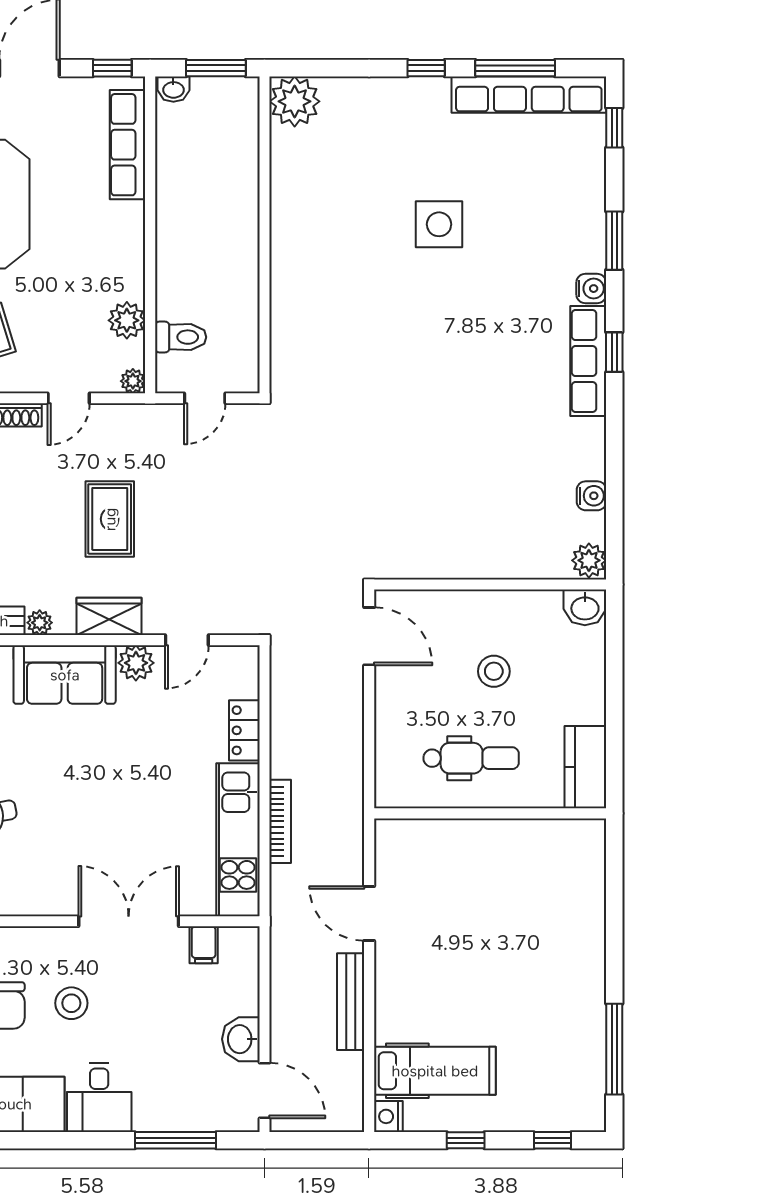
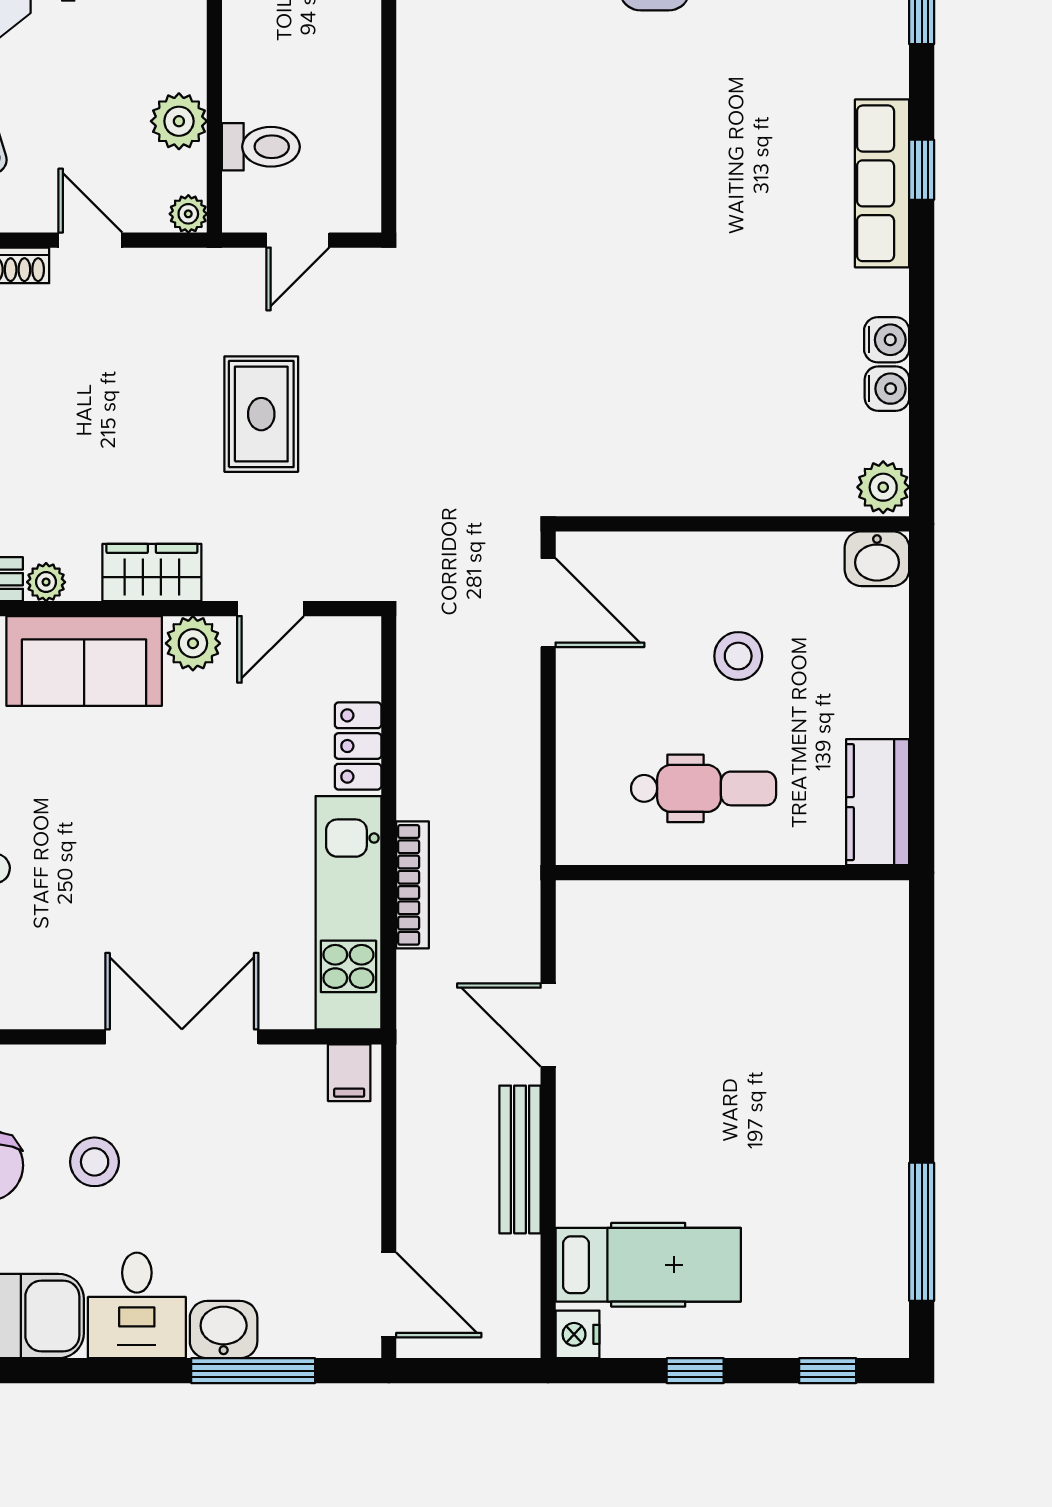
water cooler: (591, 289) -> (887, 340), moved
door: (69, 398) -> (90, 240), swing flipped
rug: (110, 519) -> (261, 414), moved
filing cabinet: (204, 945) -> (349, 1073), moved
washbasin: (241, 1039) -> (224, 1330), moved, turned 90

